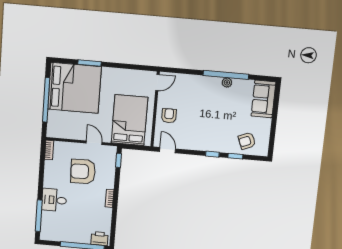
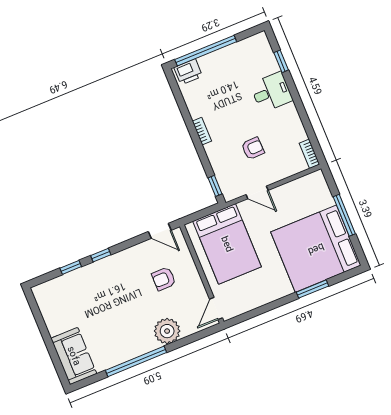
plant: (227, 82) -> (167, 331), moved, width x1.87, depth x1.87
window: (46, 100) -> (344, 215), width x0.68
armchair: (169, 116) -> (164, 279), moved, turned 90
armchair: (247, 141) -> (66, 294), removed
armchair: (83, 171) -> (253, 148), width x0.53, depth x0.53
window: (39, 216) -> (281, 61), width x0.46

